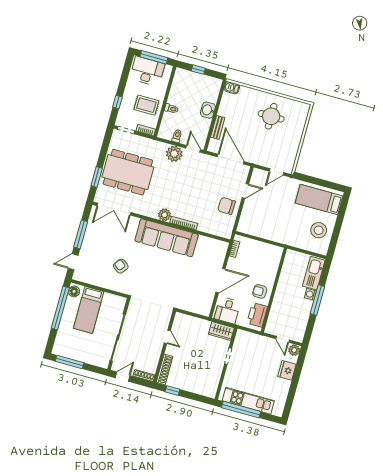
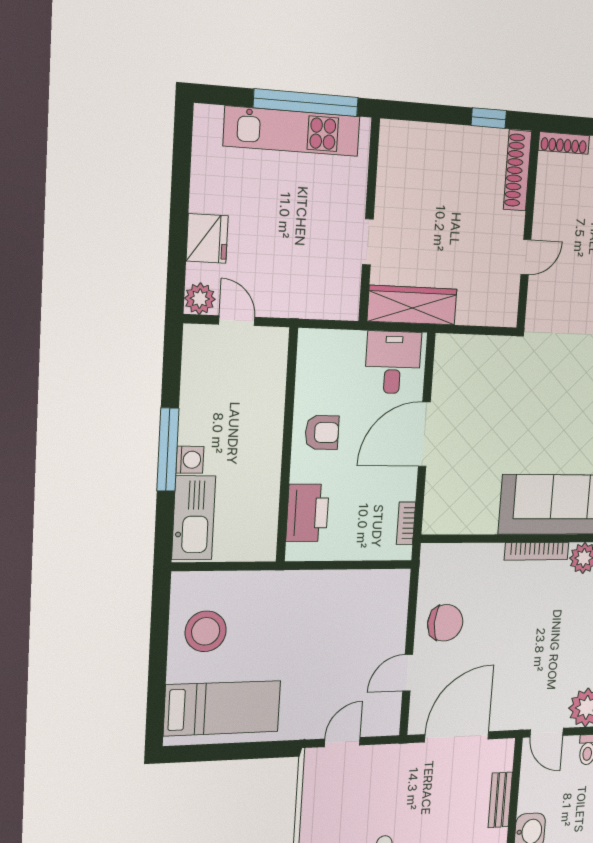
door: (231, 159) -> (457, 737), swing flipped
printer: (257, 315) -> (307, 513), moved
wardrobe: (221, 331) -> (412, 305), width x1.50
door: (167, 337) -> (526, 257), swing flipped

